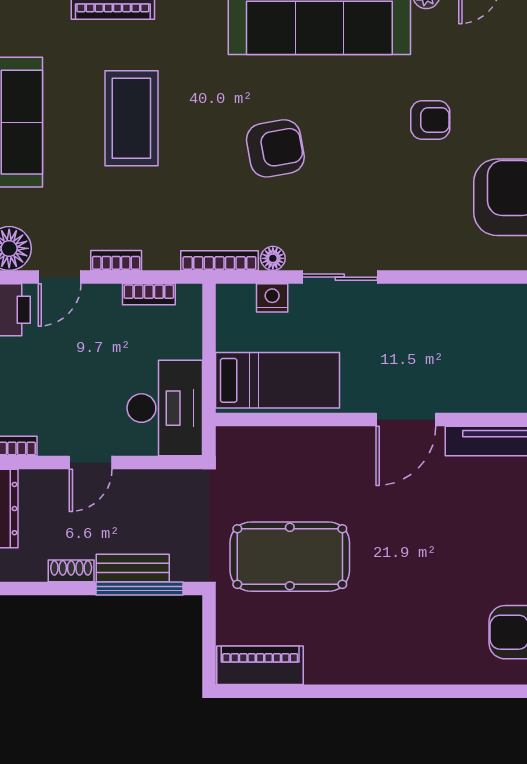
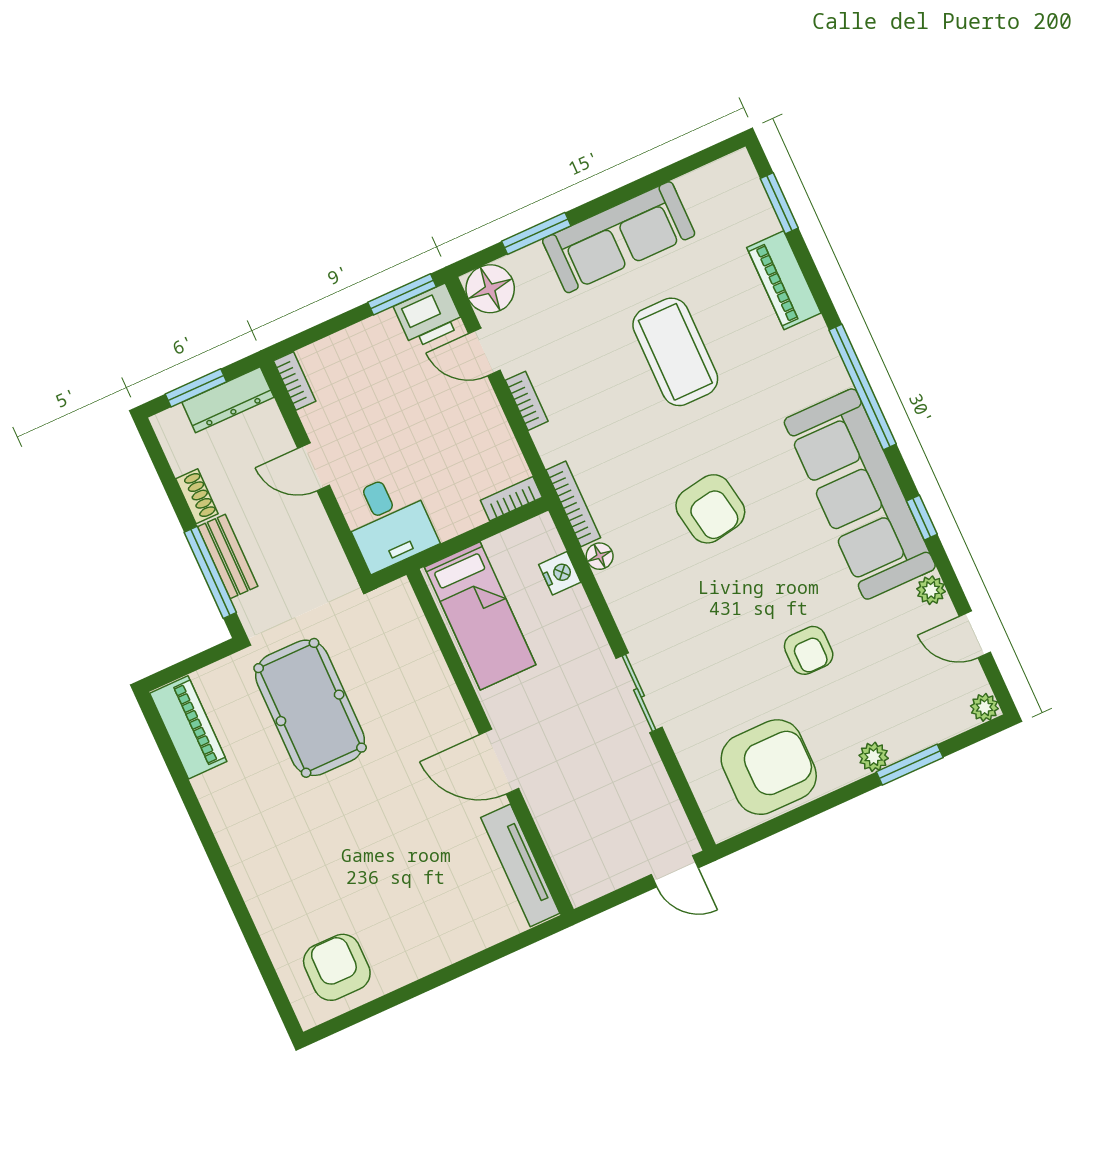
coffee table: (131, 118) -> (675, 352), turned 90
sliding door: (340, 277) -> (639, 693), moved
bookcase: (149, 294) -> (511, 499), moved, turned 90
desk: (165, 408) -> (389, 522), width x0.73

